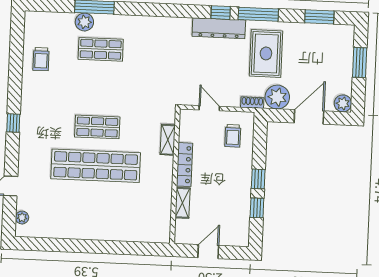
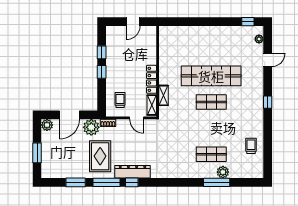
window: (319, 17) -> (76, 182), moved
shelving: (183, 203) -> (152, 105), moved
window: (38, 244) -> (248, 22), added

